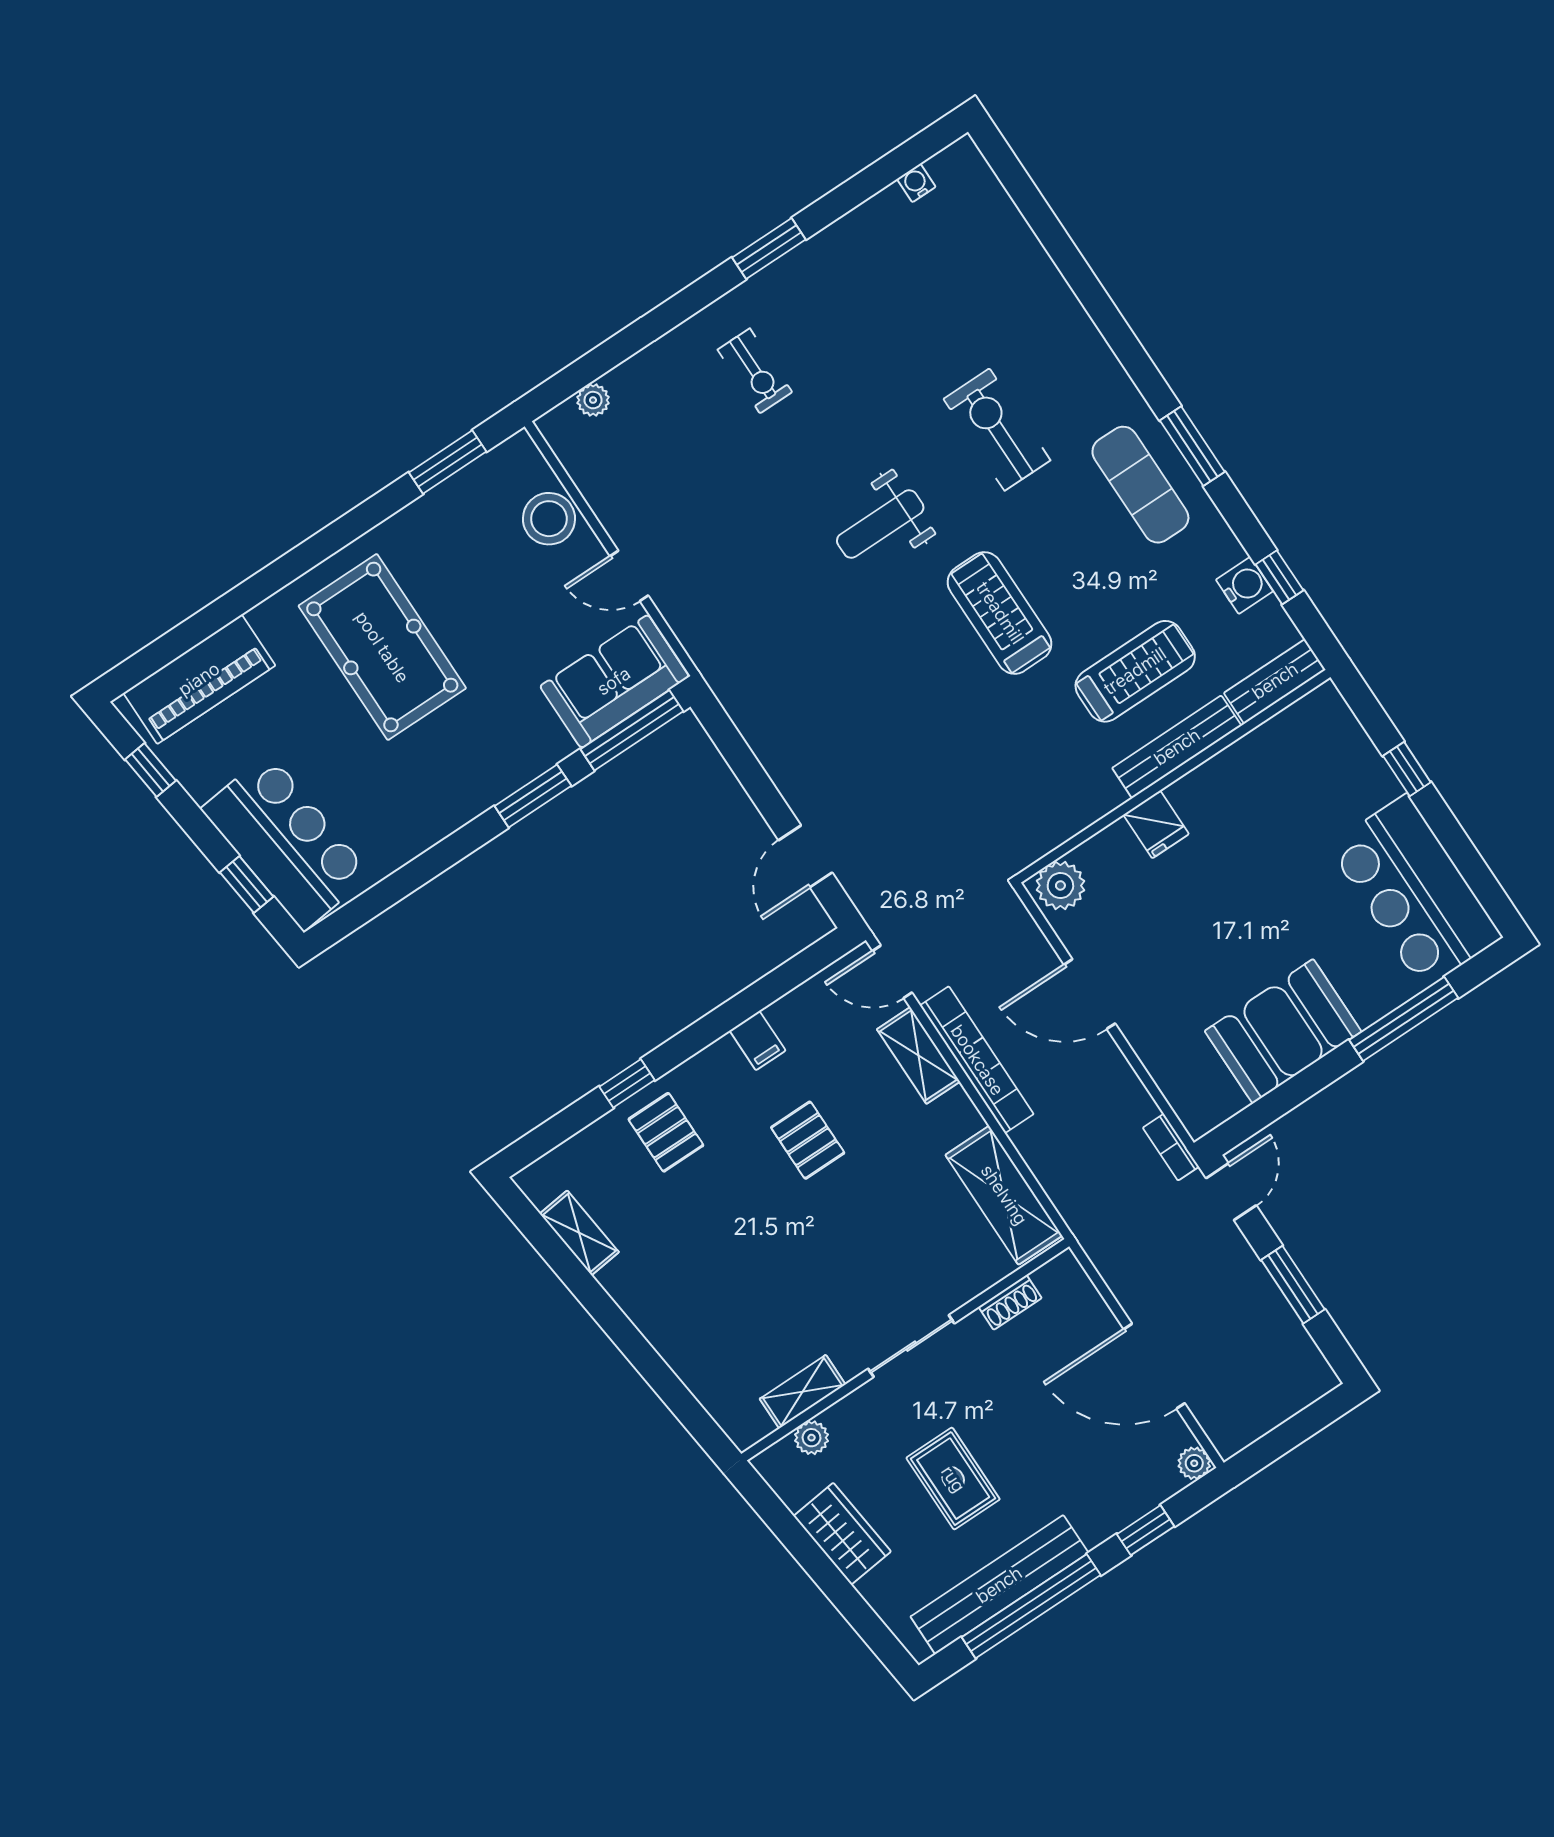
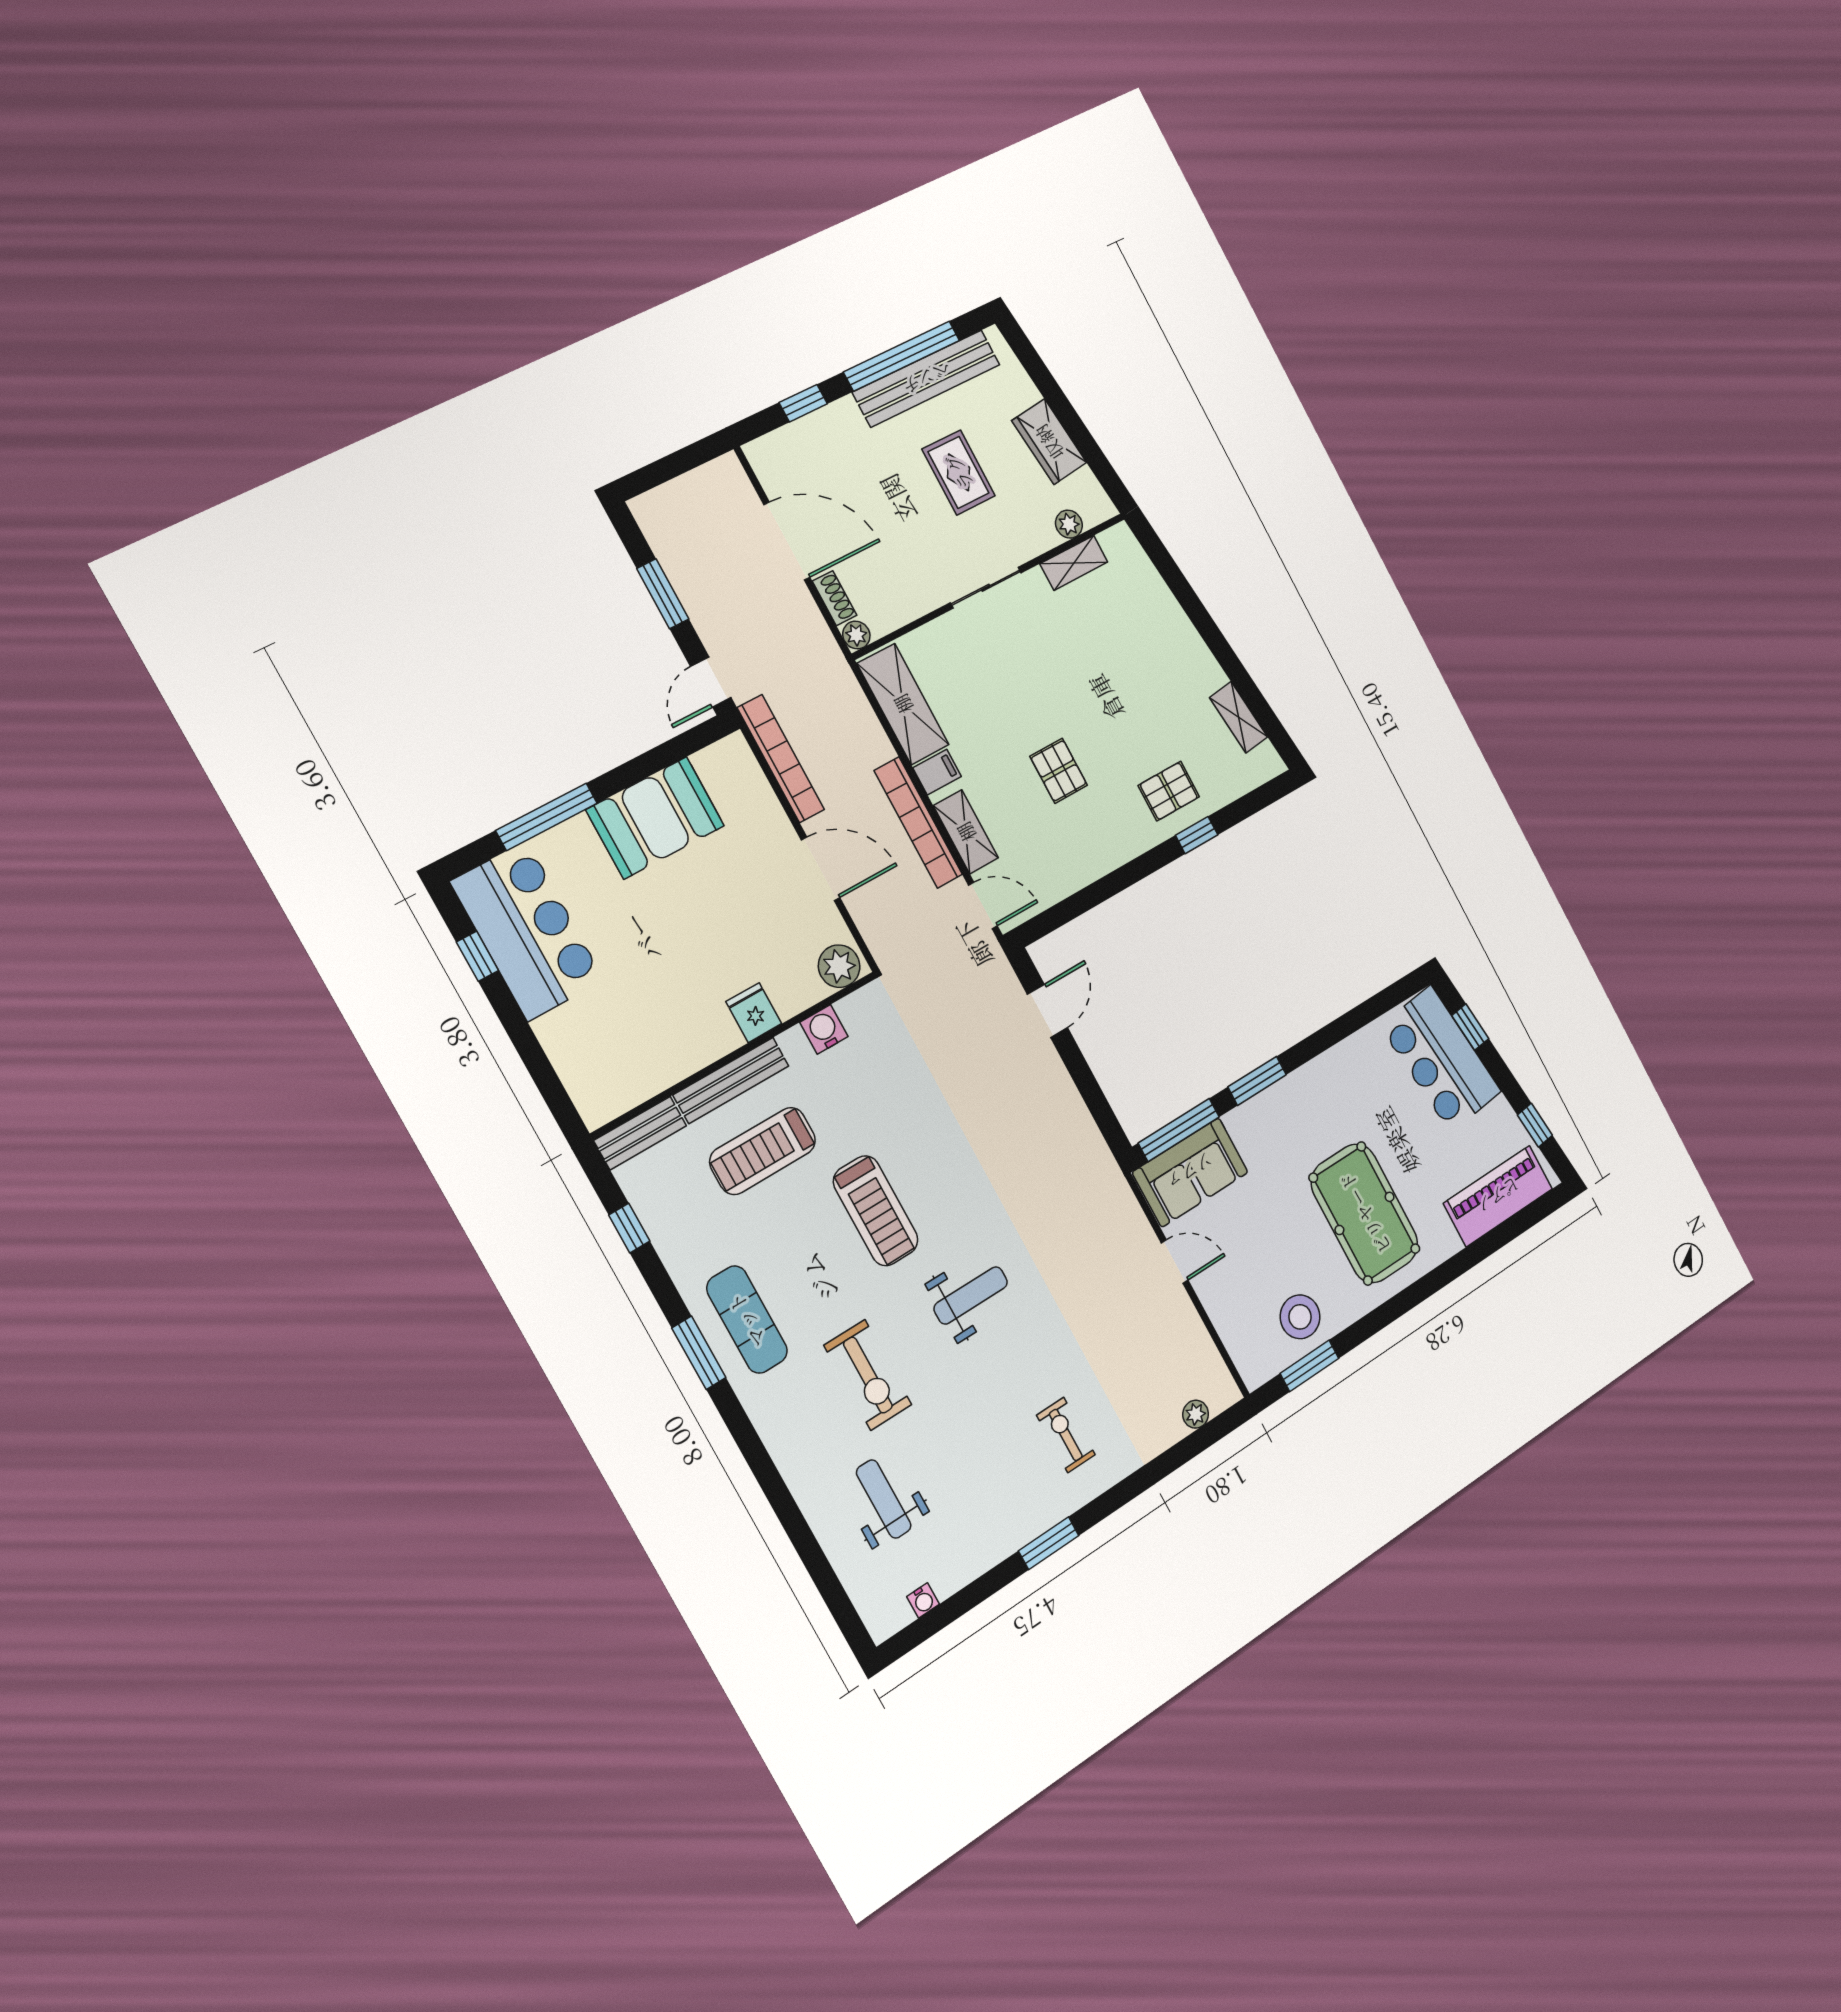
weight bench: (970, 293) -> (884, 1499), added
stool: (549, 519) -> (1300, 1317), moved
water cooler: (1245, 585) -> (824, 1029), moved, turned 90
window: (1407, 769) -> (477, 956), moved
filing cabinet: (758, 1041) -> (937, 772), moved, turned 90
pallet: (666, 1132) -> (1169, 791), turned 90
bookcase: (1171, 1147) -> (781, 759), width x2.31, depth x1.31
shoe rack: (1010, 1302) -> (835, 598), moved, turned 90
plant: (1194, 1463) -> (856, 635), moved

